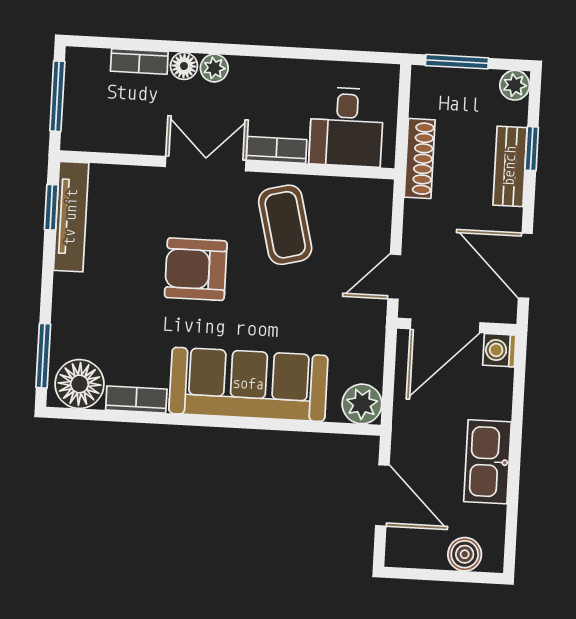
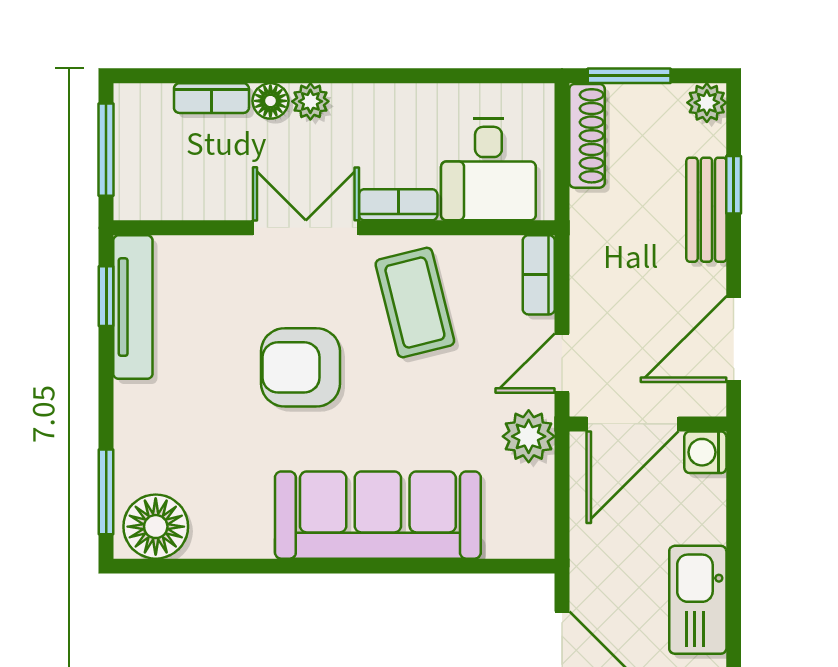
shoe rack: (420, 158) -> (587, 136), moved
door: (525, 266) -> (734, 339), hinge flipped
bookcase: (136, 399) -> (539, 275), moved, turned -90
plant: (362, 404) -> (529, 436), moved

